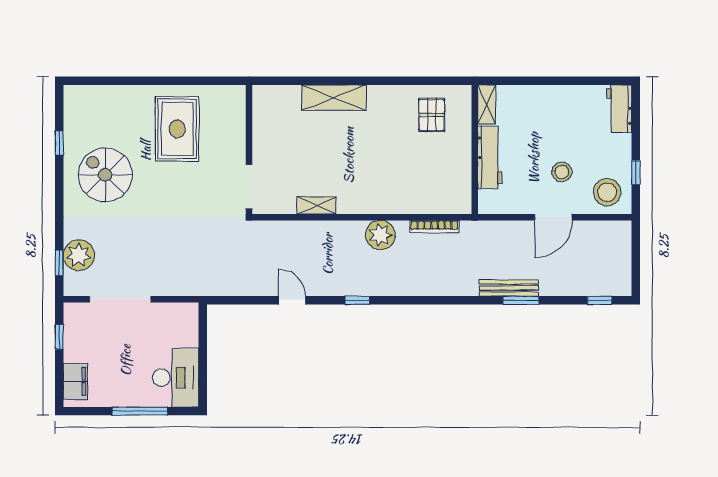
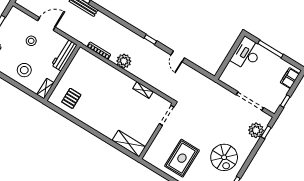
shelving: (334, 98) -> (129, 144), moved
workbench: (490, 157) -> (64, 55), moved
stool: (607, 192) -> (24, 70), moved

